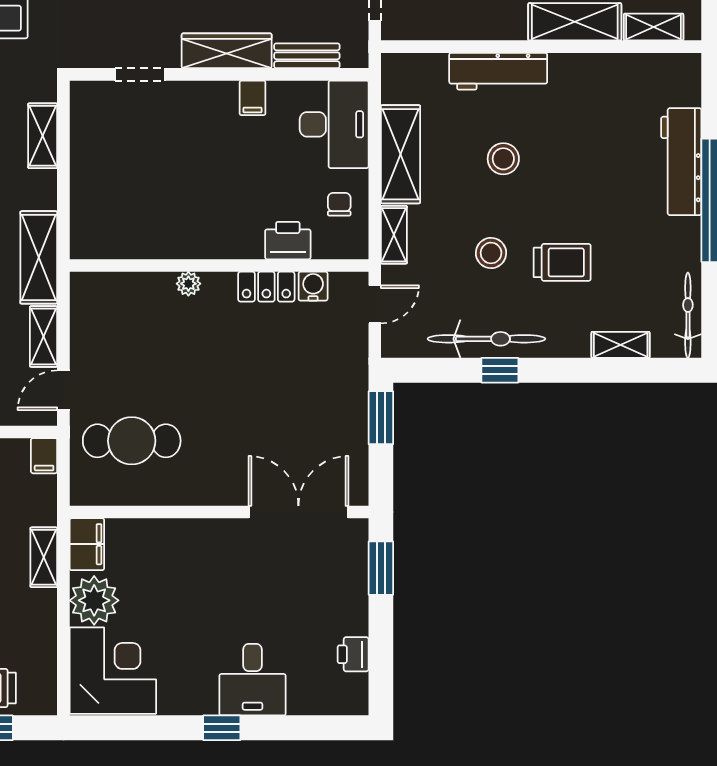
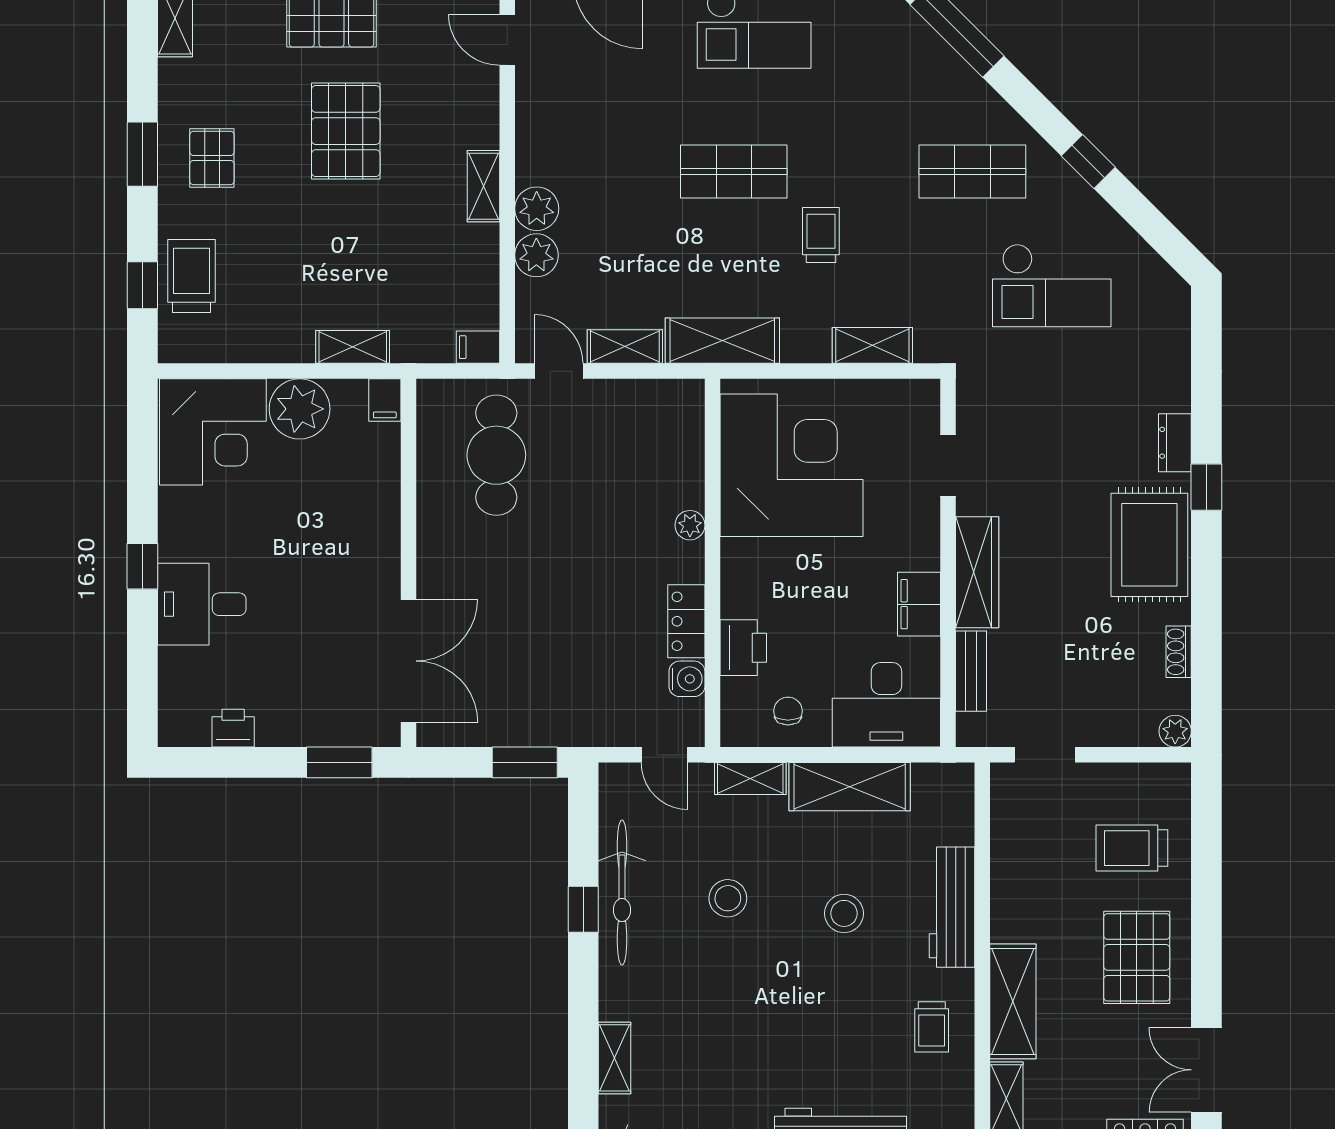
filing cabinet: (253, 98) -> (919, 604), width x2.00
corner desk: (140, 201) -> (791, 465), added
chair: (339, 204) -> (788, 711), turned -90
trolley: (562, 262) -> (932, 1027), moved, width x0.73, depth x0.72
filing cabinet: (87, 544) -> (385, 400), width x0.50

